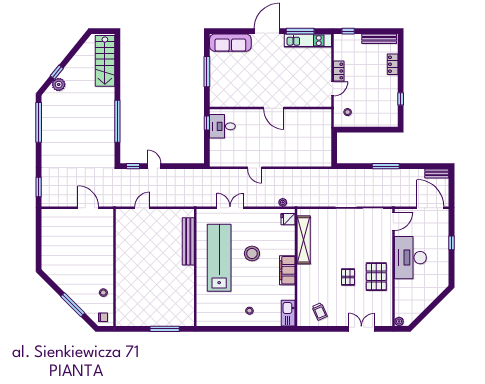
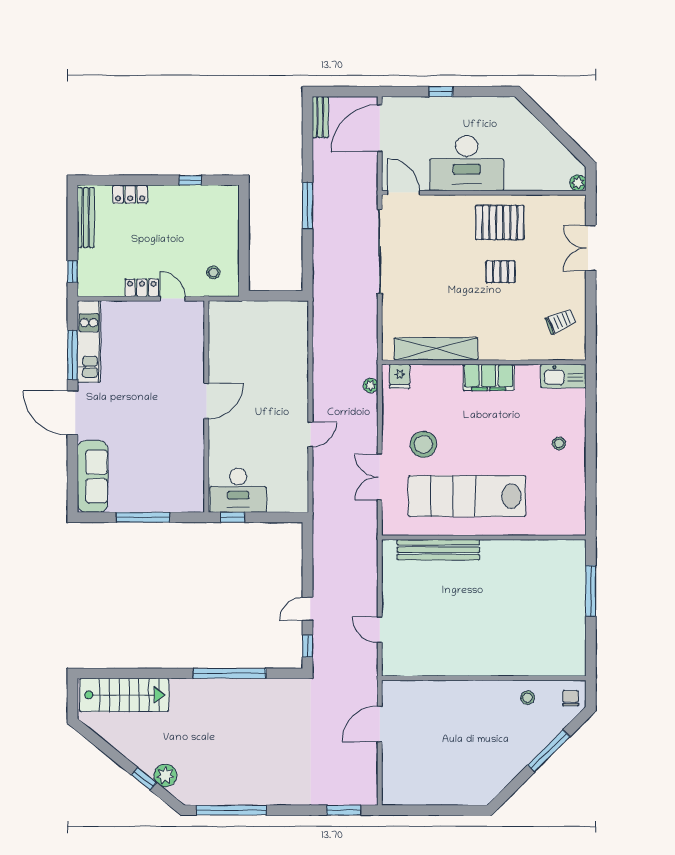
desk: (222, 126) -> (238, 490), width x1.37
stool: (252, 253) -> (423, 444), moved

